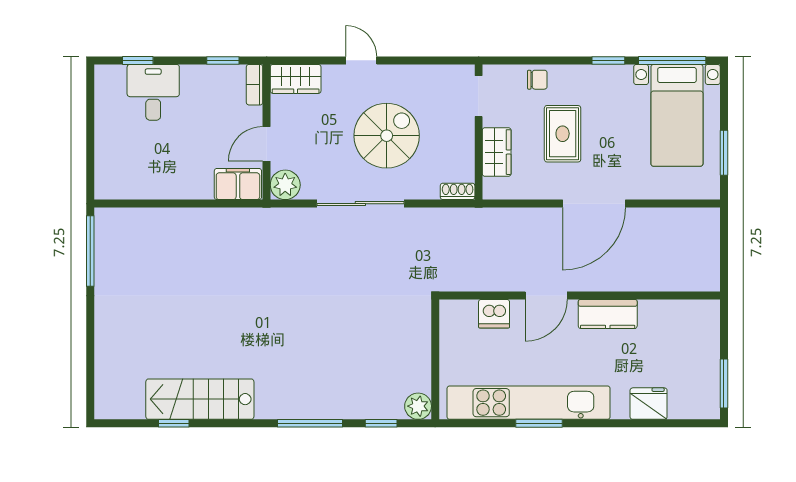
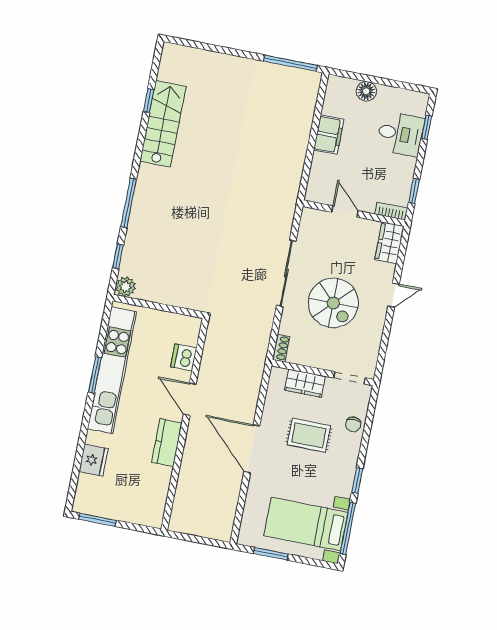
floor lamp: (107, 147) -> (366, 91), added
filing cabinet: (238, 184) -> (329, 135), moved
plant: (285, 185) -> (311, 219), removed

